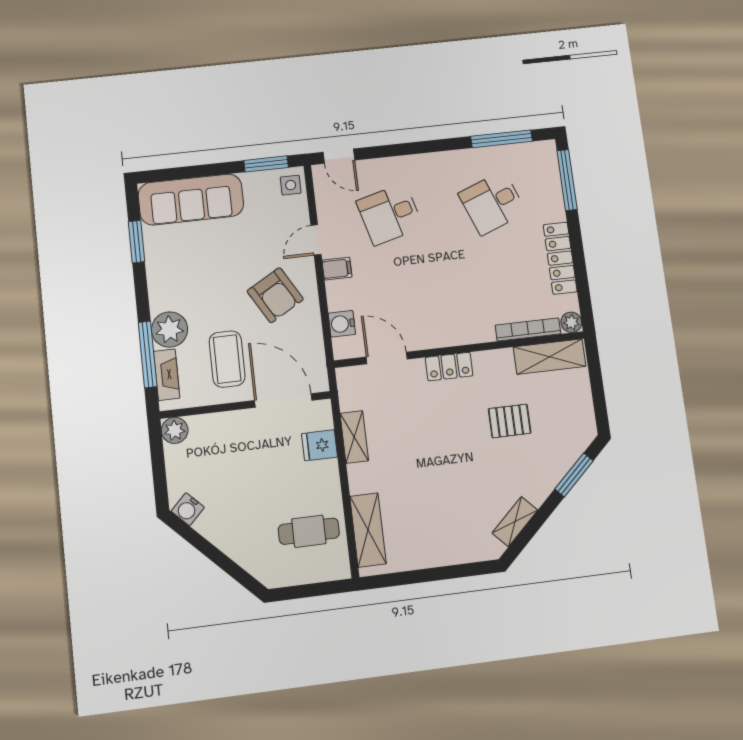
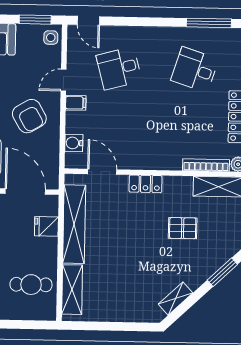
desk: (492, 203) -> (195, 70), turned 39
shelving: (354, 437) -> (74, 224), width x2.20, depth x1.33

